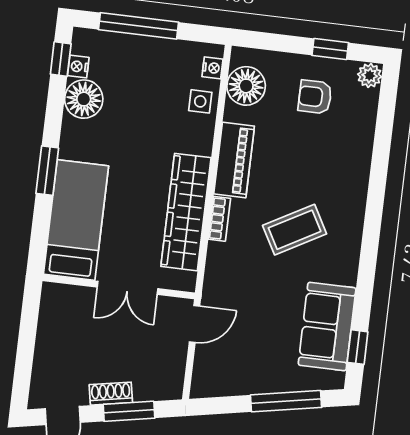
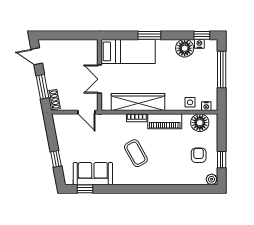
shoe rack: (111, 394) -> (54, 100), moved
window: (286, 401) -> (56, 159), width x0.46

